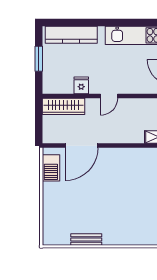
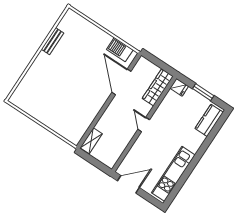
kitchen counter: (71, 35) -> (209, 120), width x0.67
fridge: (81, 85) -> (179, 87), moved

